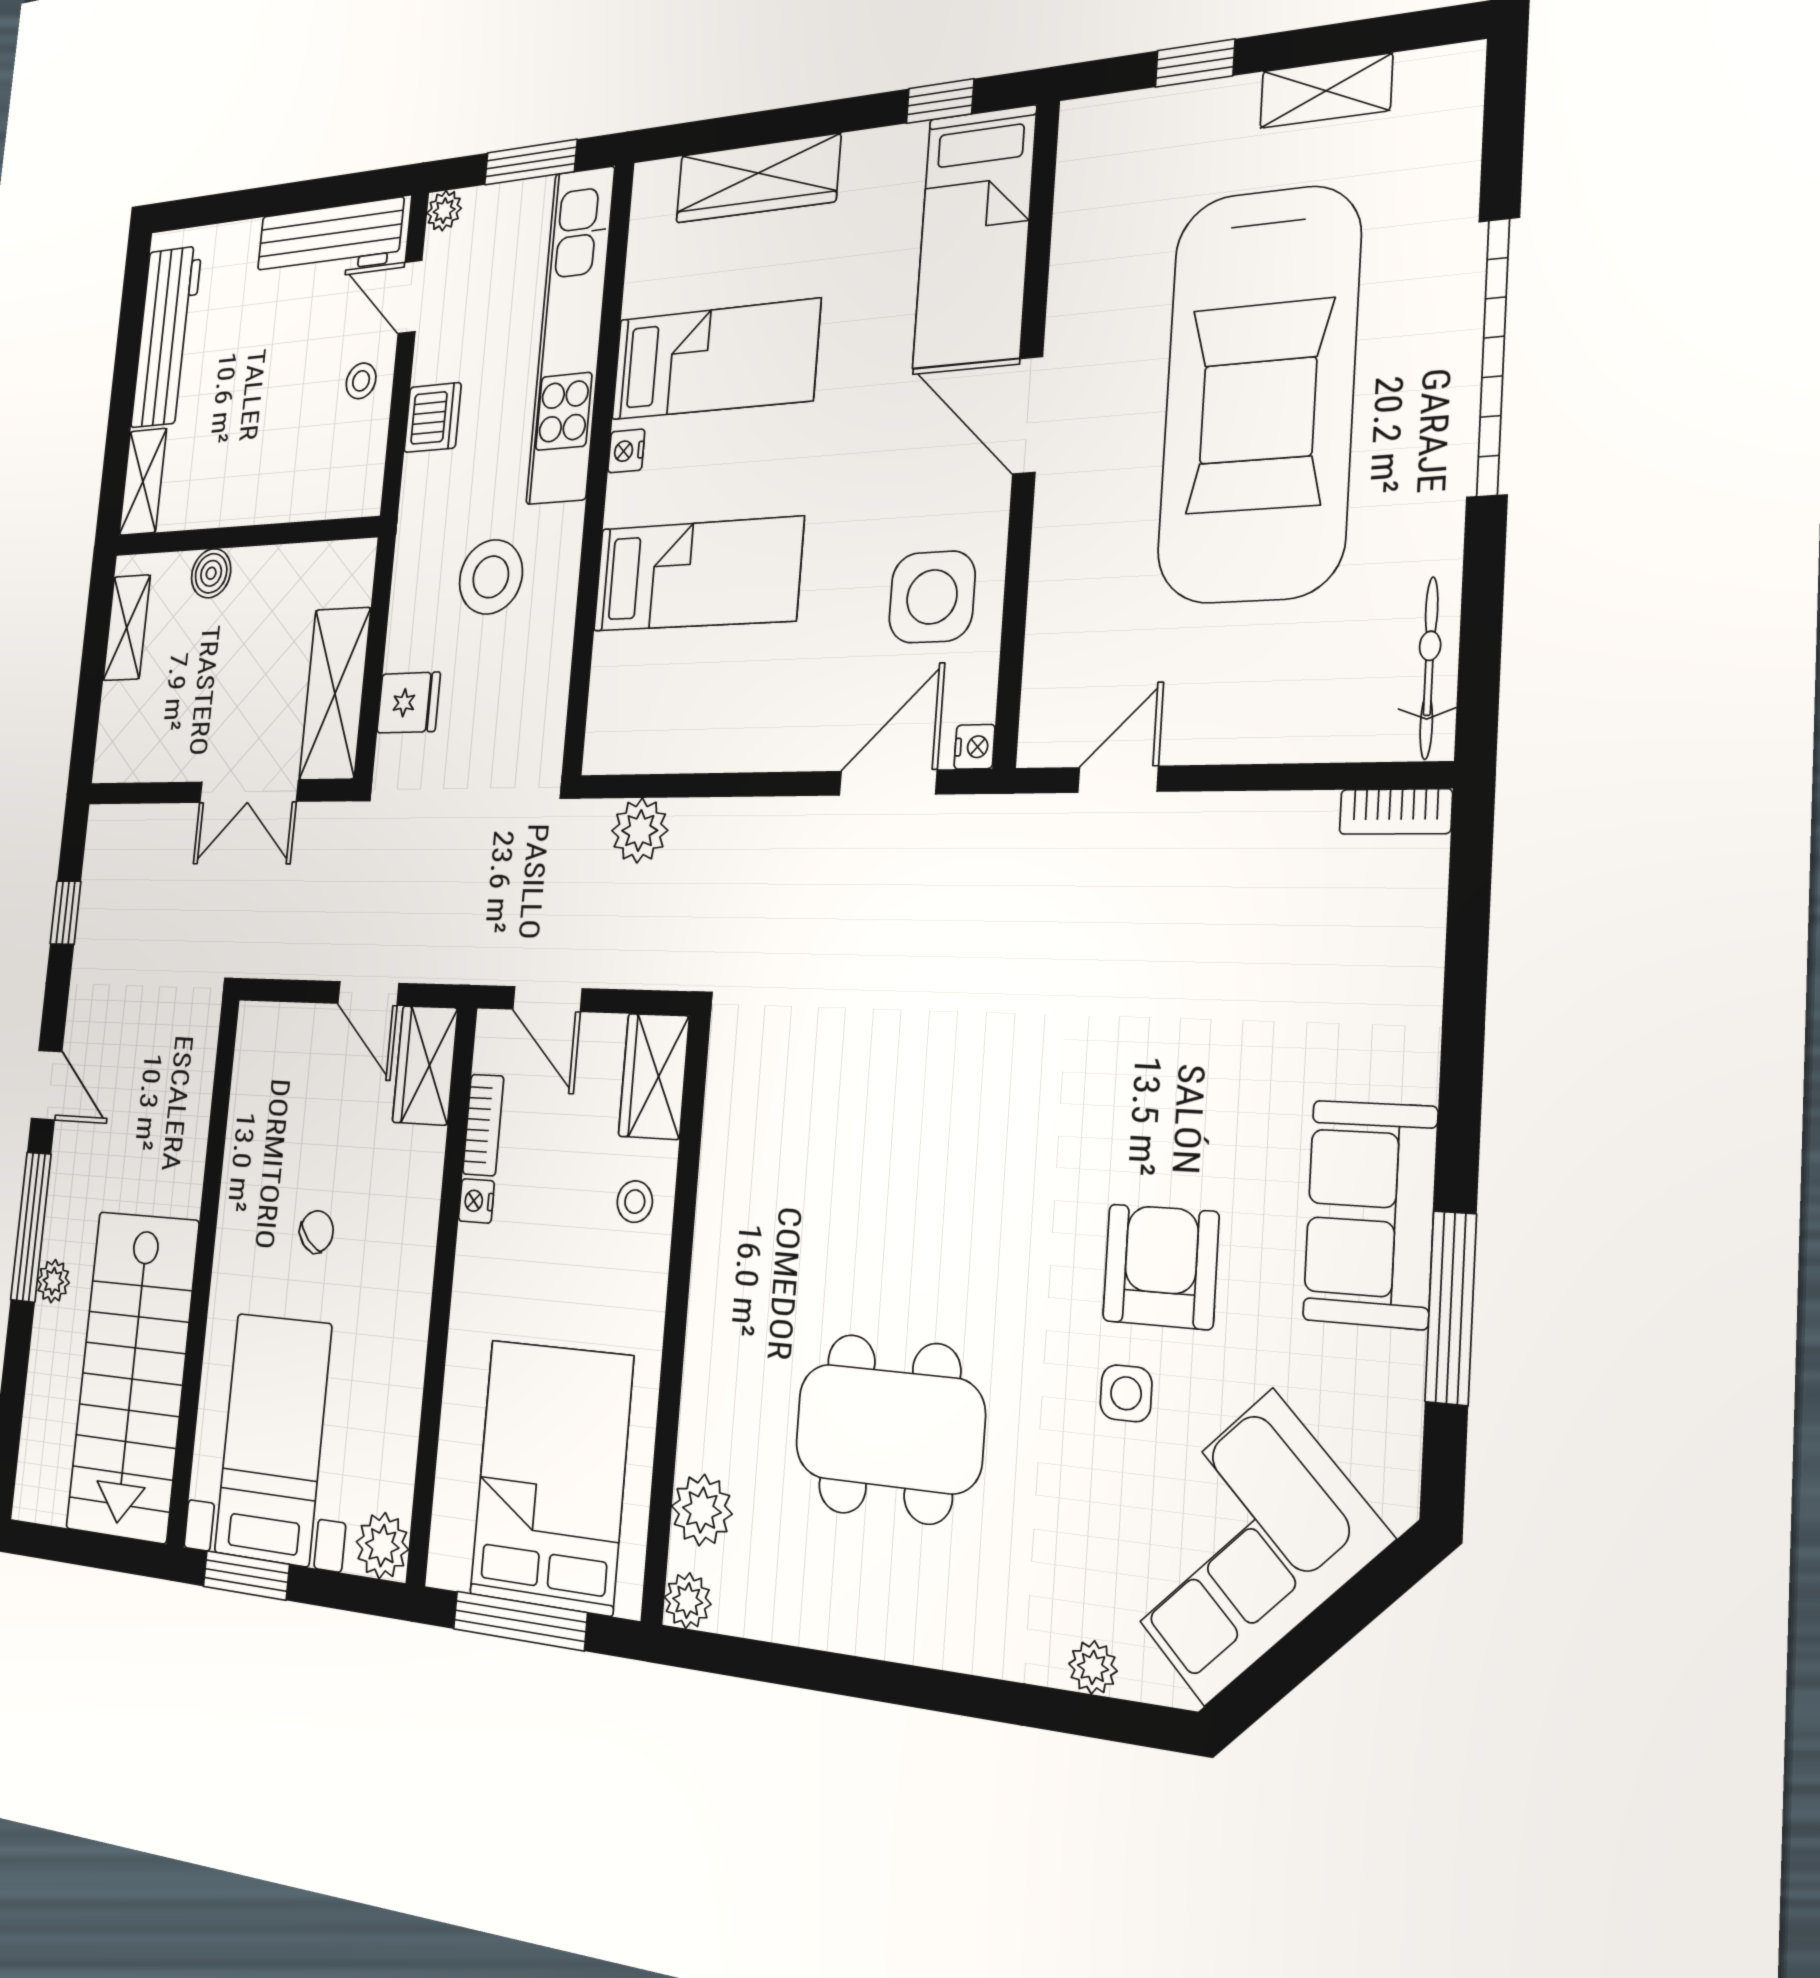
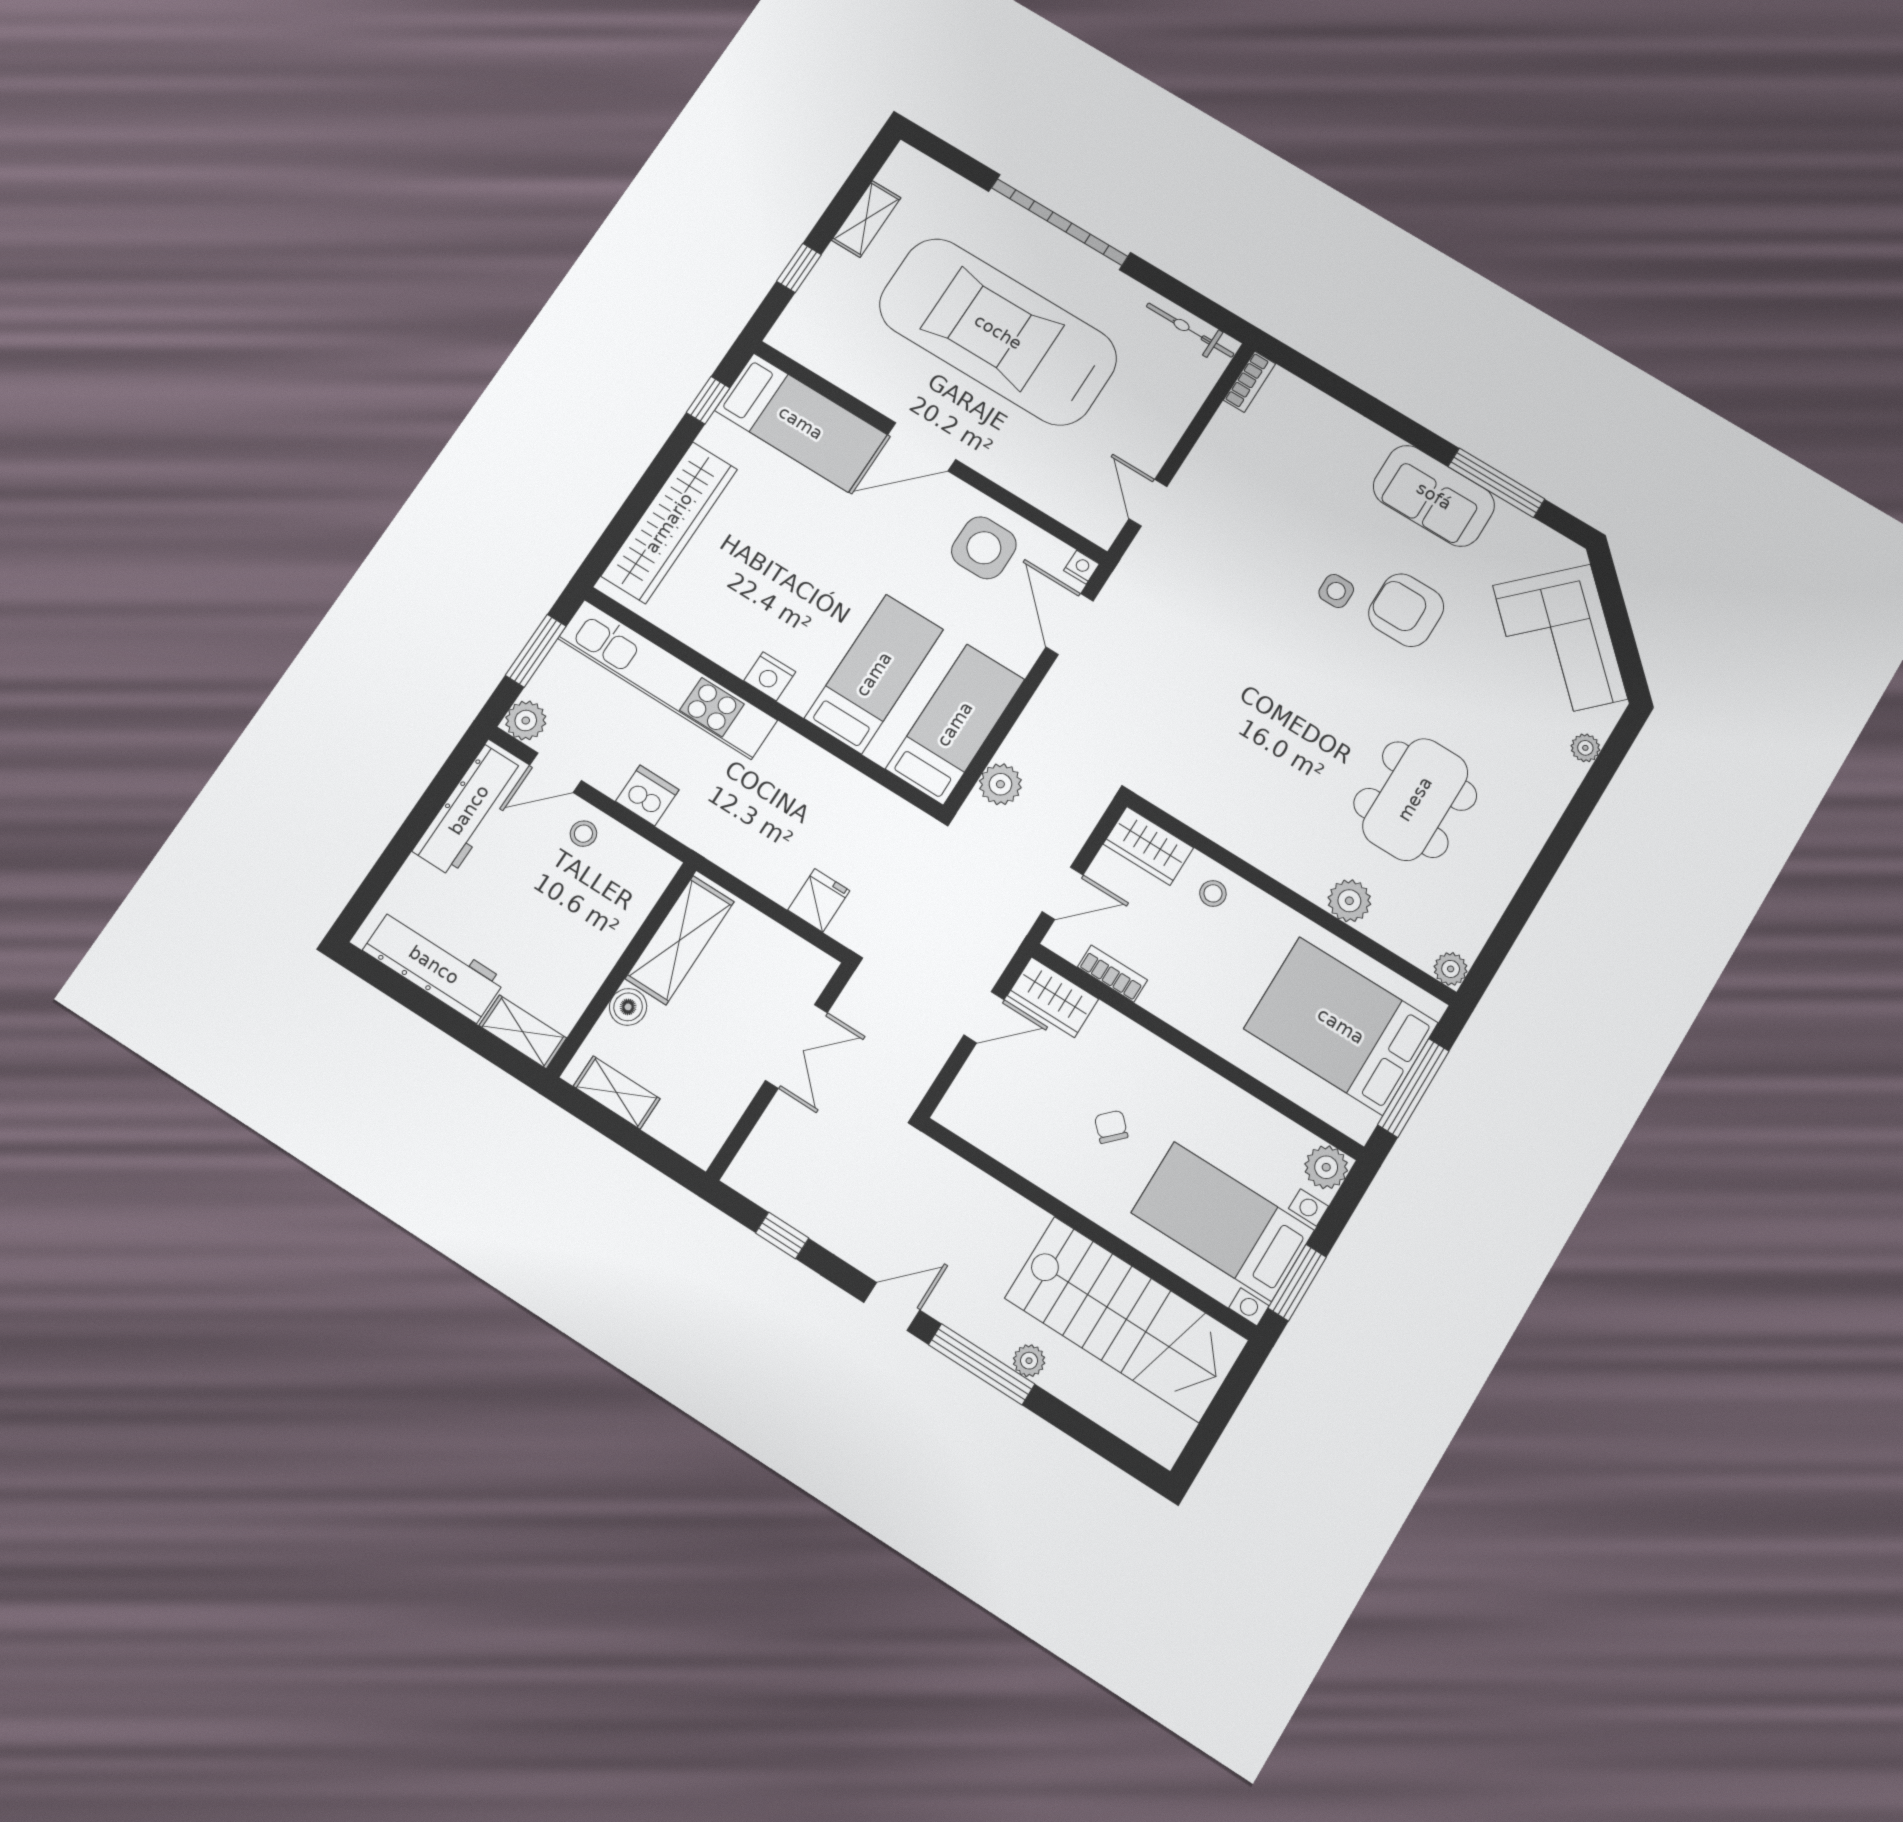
wardrobe: (758, 178) -> (669, 523), width x1.40, depth x1.17
plant: (444, 211) -> (526, 721), width x1.38, depth x1.38
bed: (715, 360) -> (955, 724), moved
car: (1259, 394) -> (998, 332), turned 180
nightstand: (626, 451) -> (770, 676), width x1.39, depth x1.35
stool: (491, 577) -> (779, 805), removed
shelving: (335, 694) -> (680, 940), moved, turned 90
nightstand: (476, 1201) -> (1155, 1000), removed
side table: (1126, 1393) -> (1336, 591), moved
plant: (702, 1510) -> (1349, 901), moved

